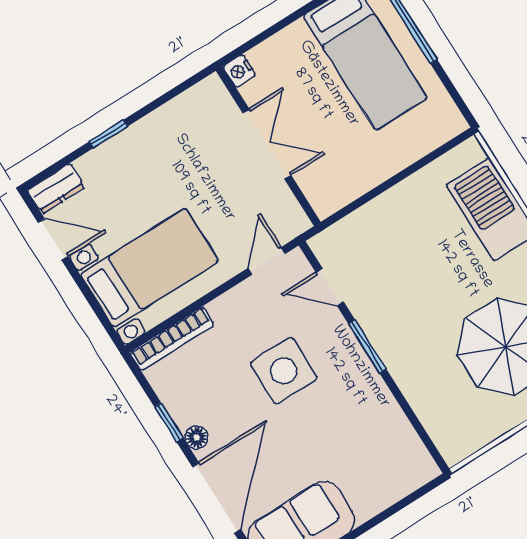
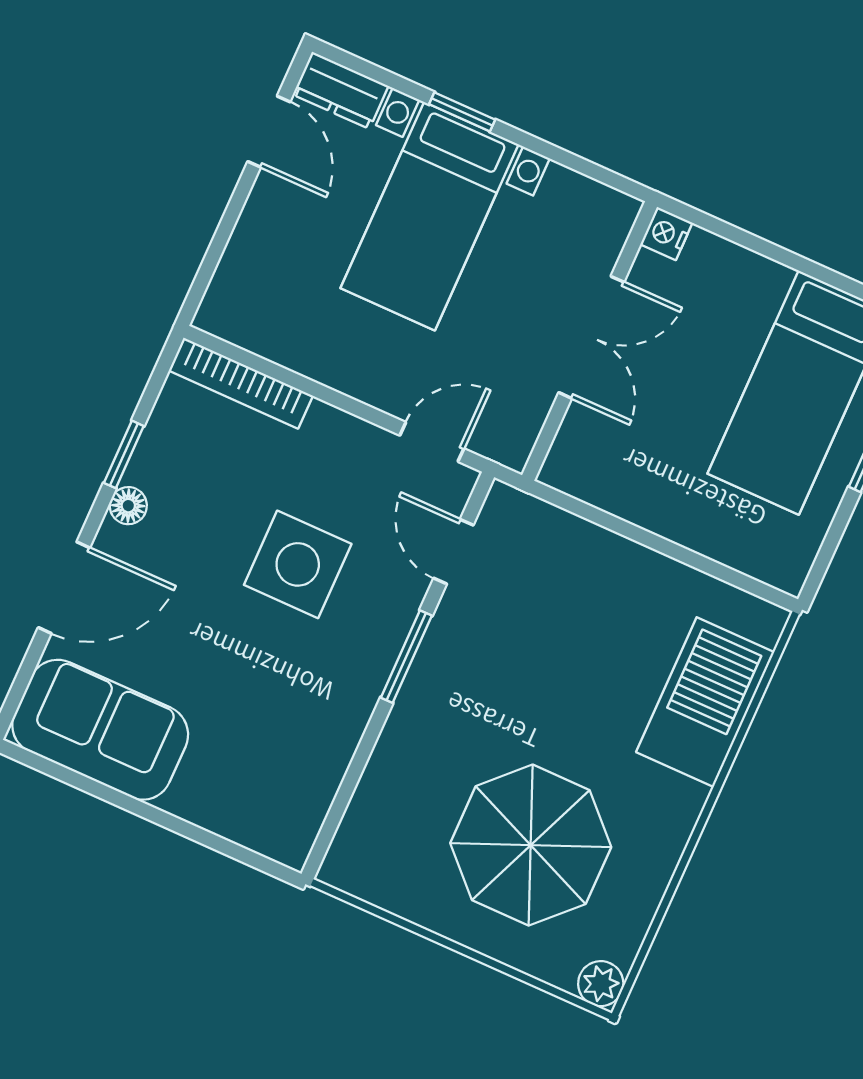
bed with nightstands: (150, 268) -> (429, 216), moved, turned 90
door: (217, 498) -> (64, 588), width x0.73

